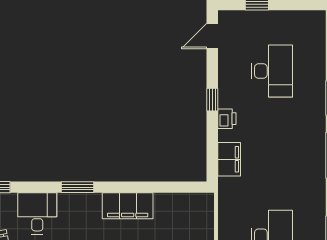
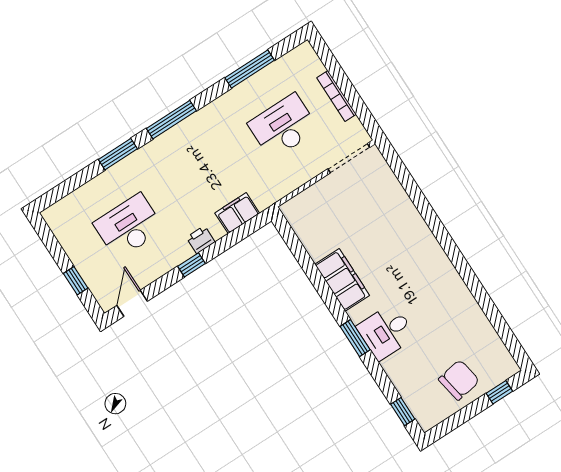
door: (212, 36) -> (132, 303), swing flipped
desk: (37, 214) -> (386, 332), moved

